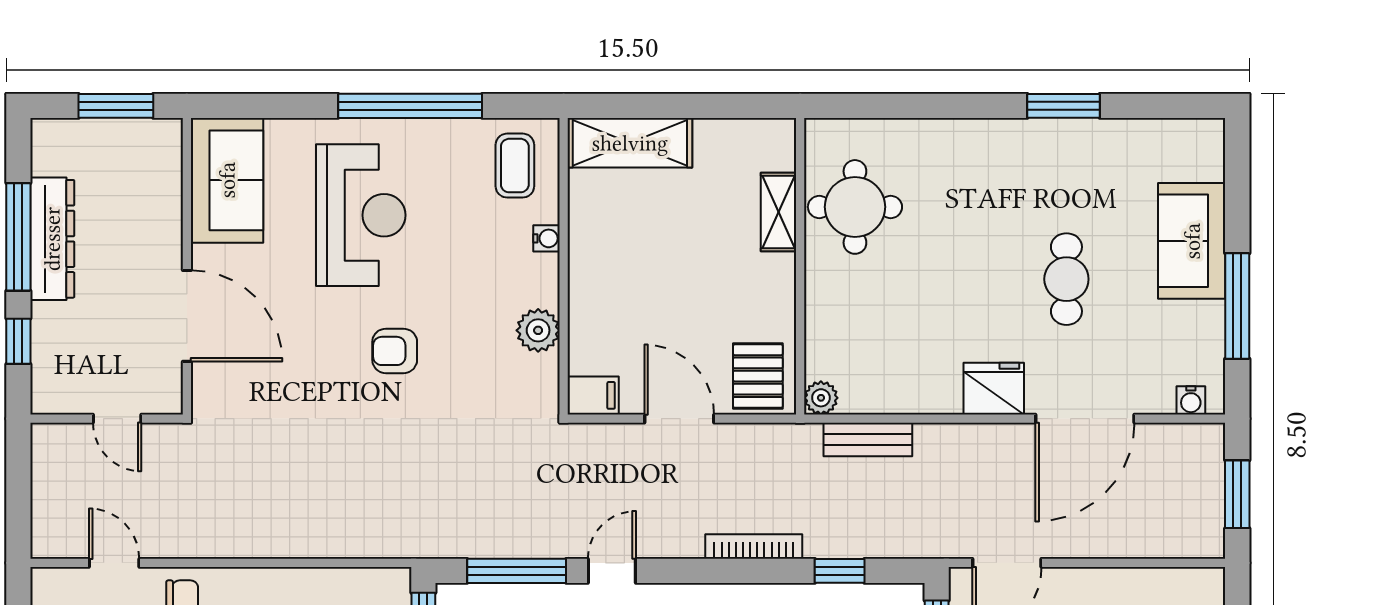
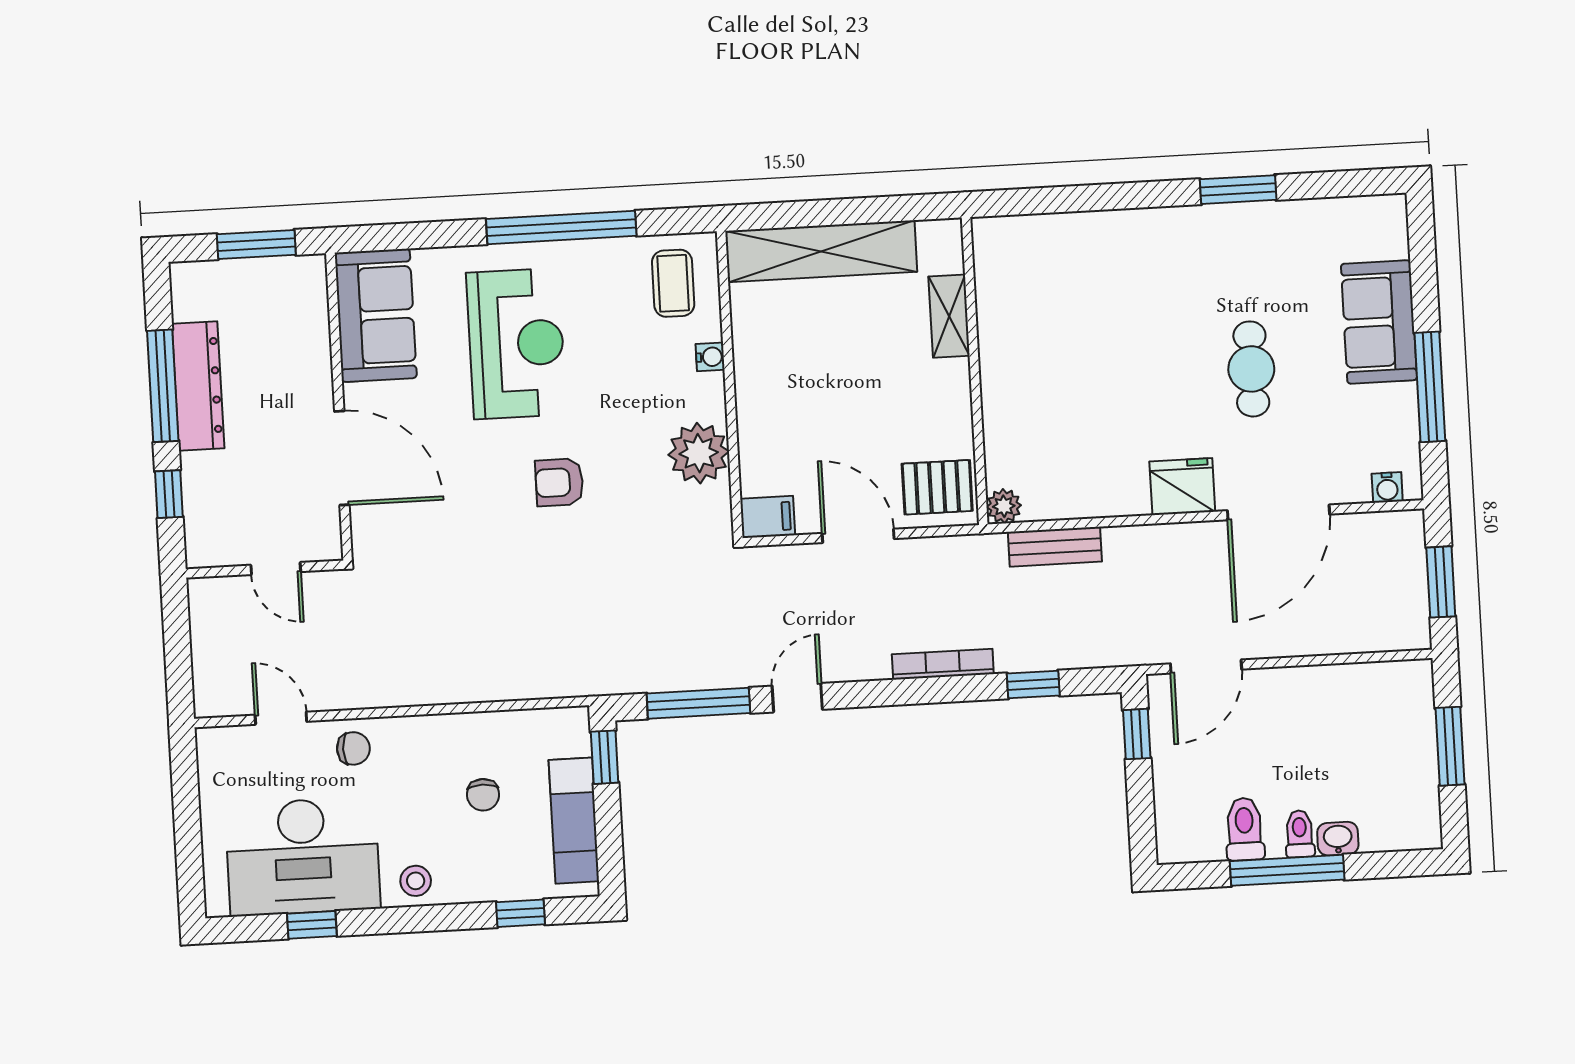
shelving: (630, 143) -> (821, 251), width x1.47
round table: (855, 207) -> (1028, 306), removed
plant: (538, 330) -> (699, 453), width x1.36, depth x1.36
pallet: (758, 376) -> (937, 487), turned 90

